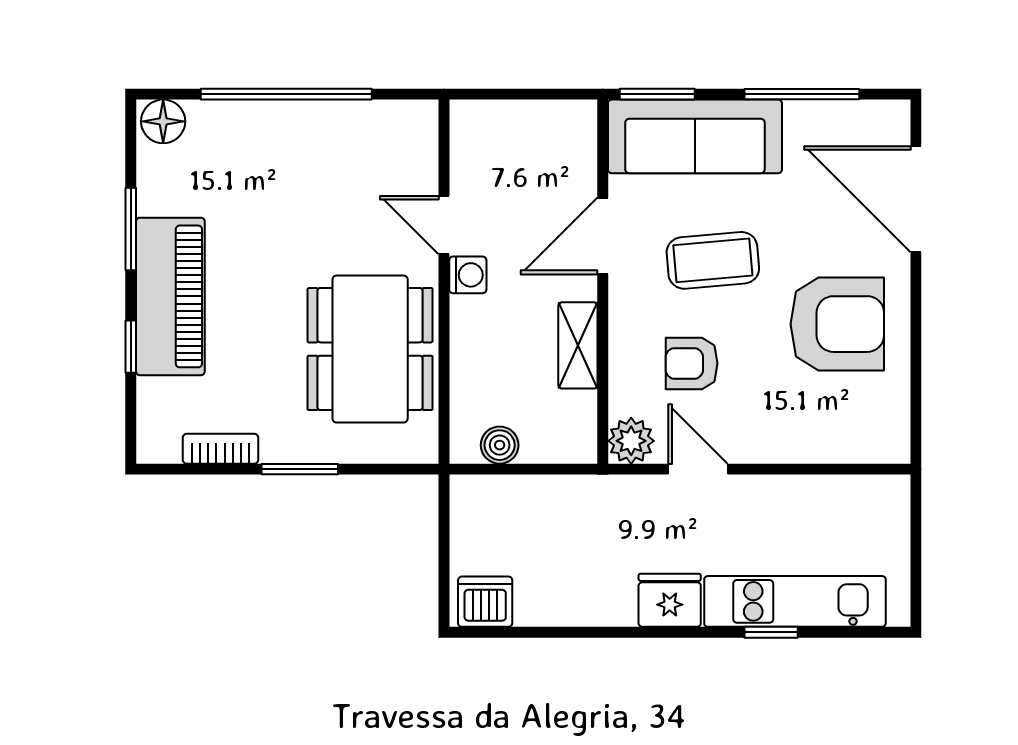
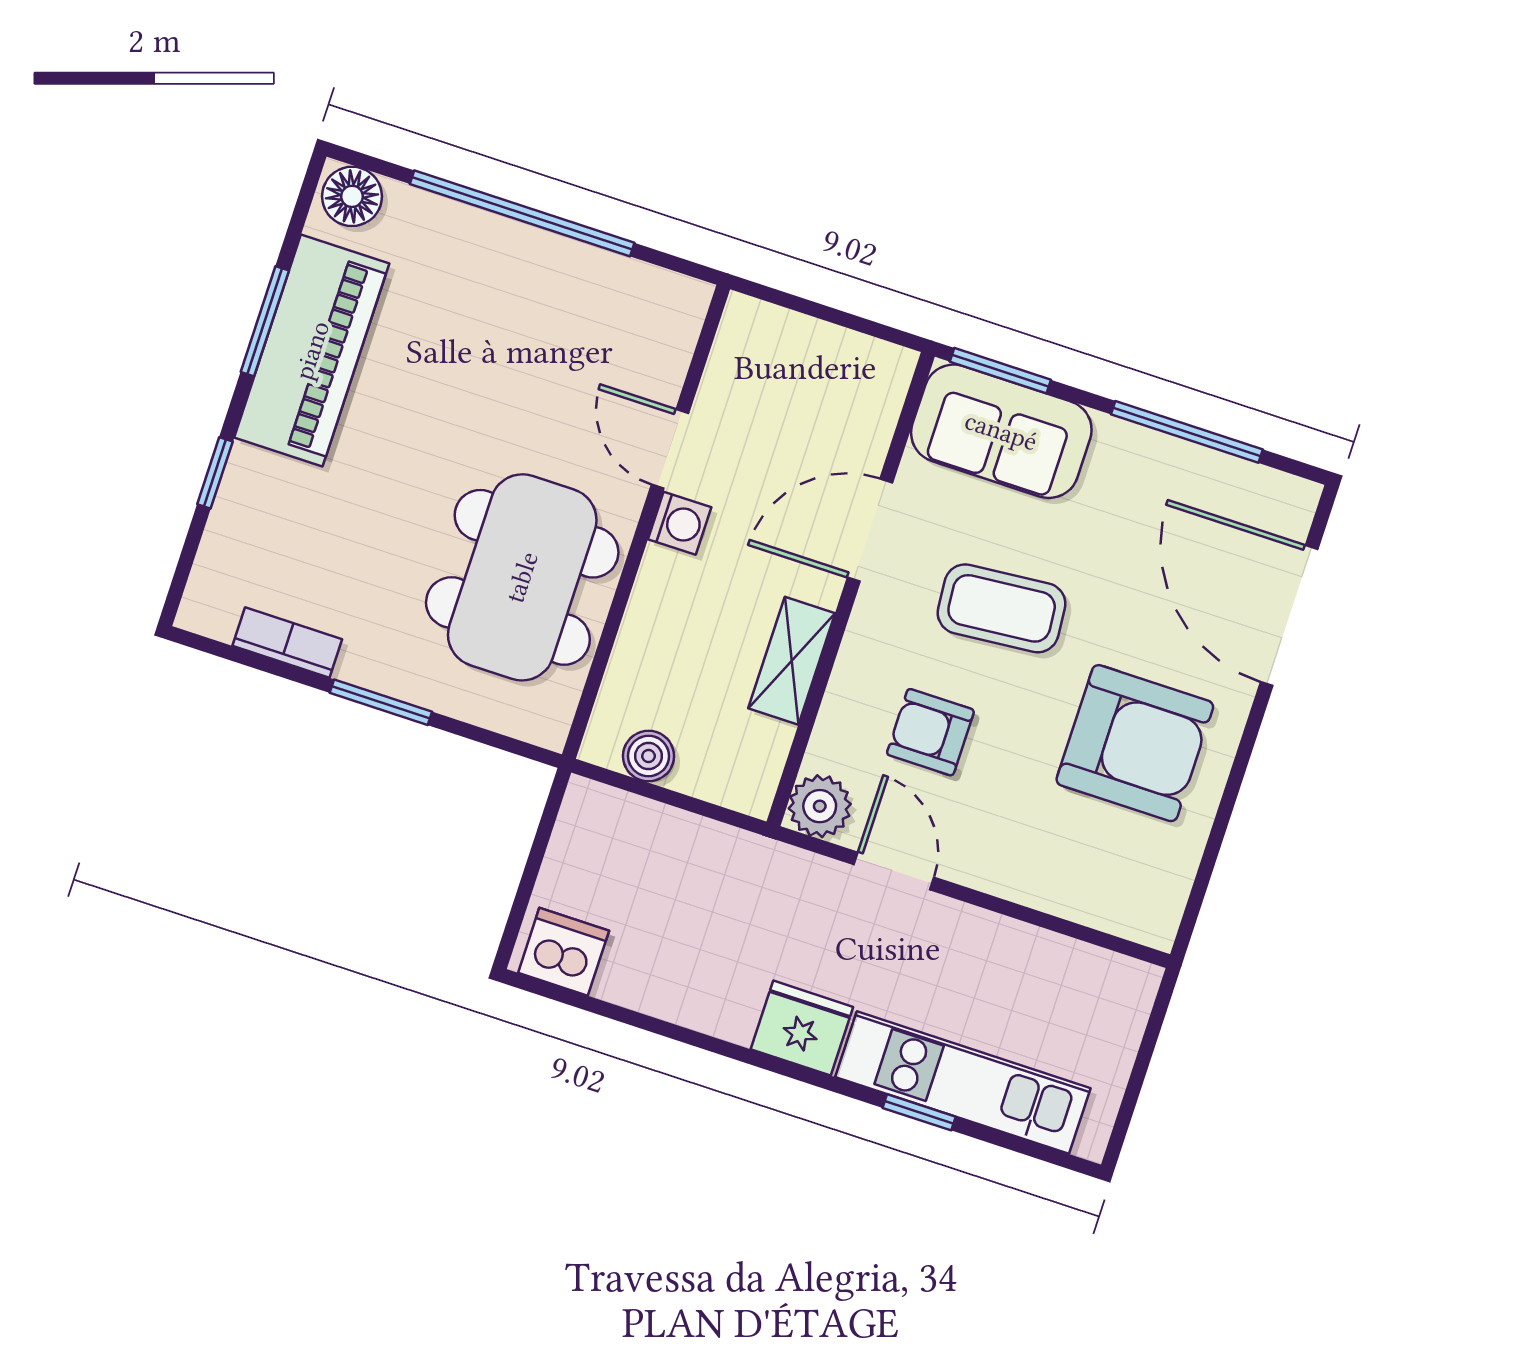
sofa: (695, 136) -> (1001, 431), width x0.73
piano: (170, 296) -> (312, 350), moved

